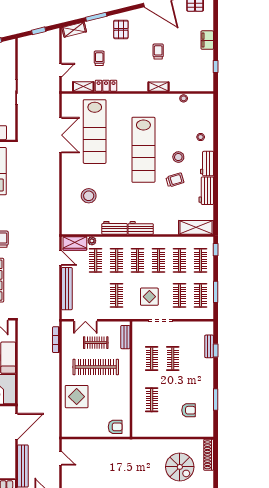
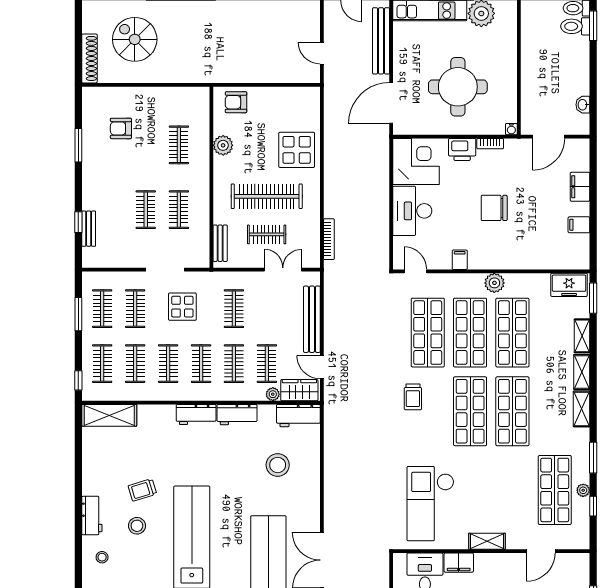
workbench: (206, 191) -> (298, 416), moved, turned 90
plant: (124, 399) -> (223, 145), added

